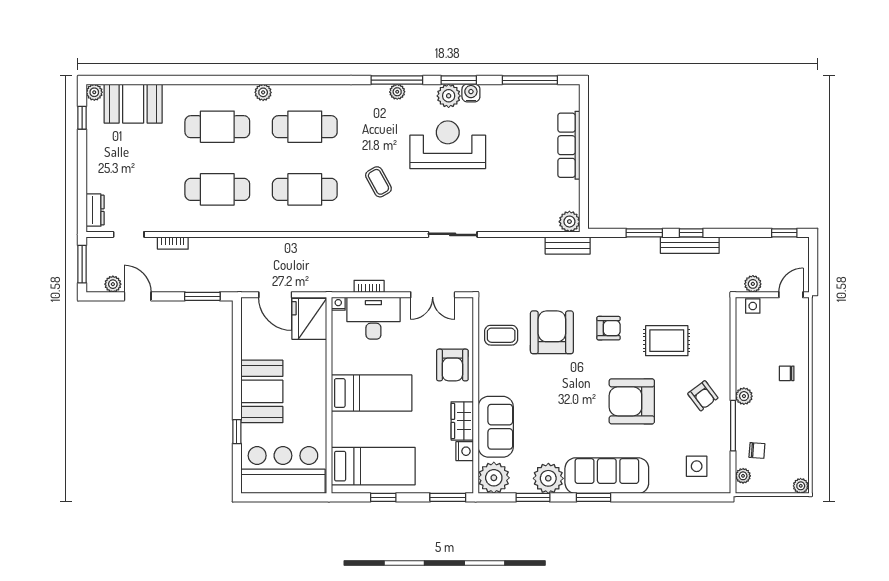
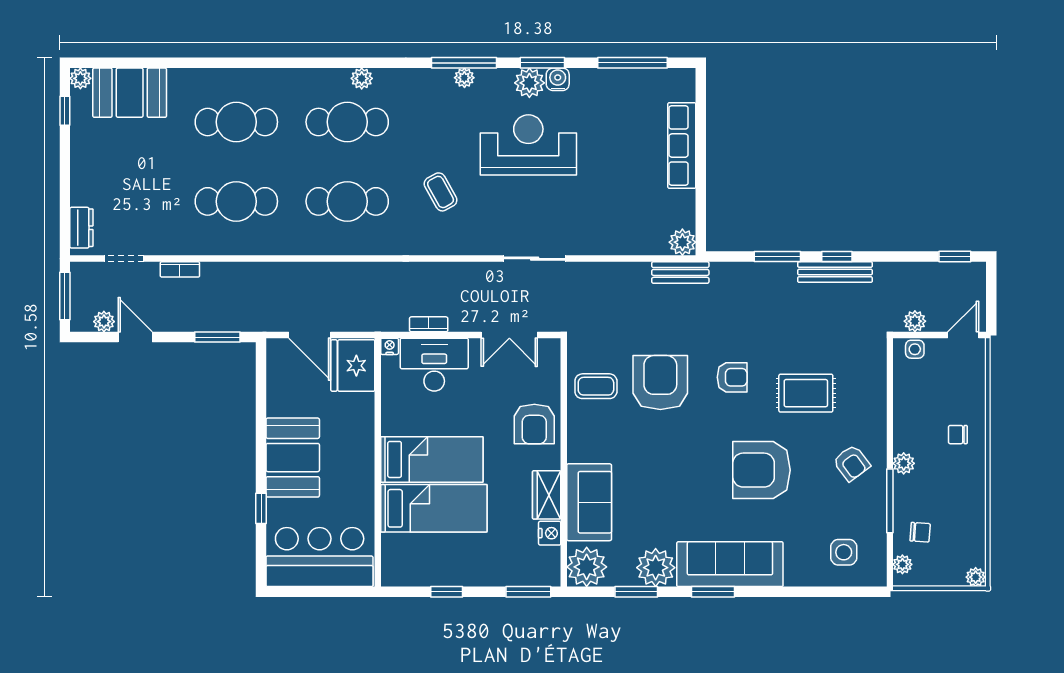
plant: (263, 92) -> (362, 78), moved
bed: (373, 466) -> (434, 508), moved

